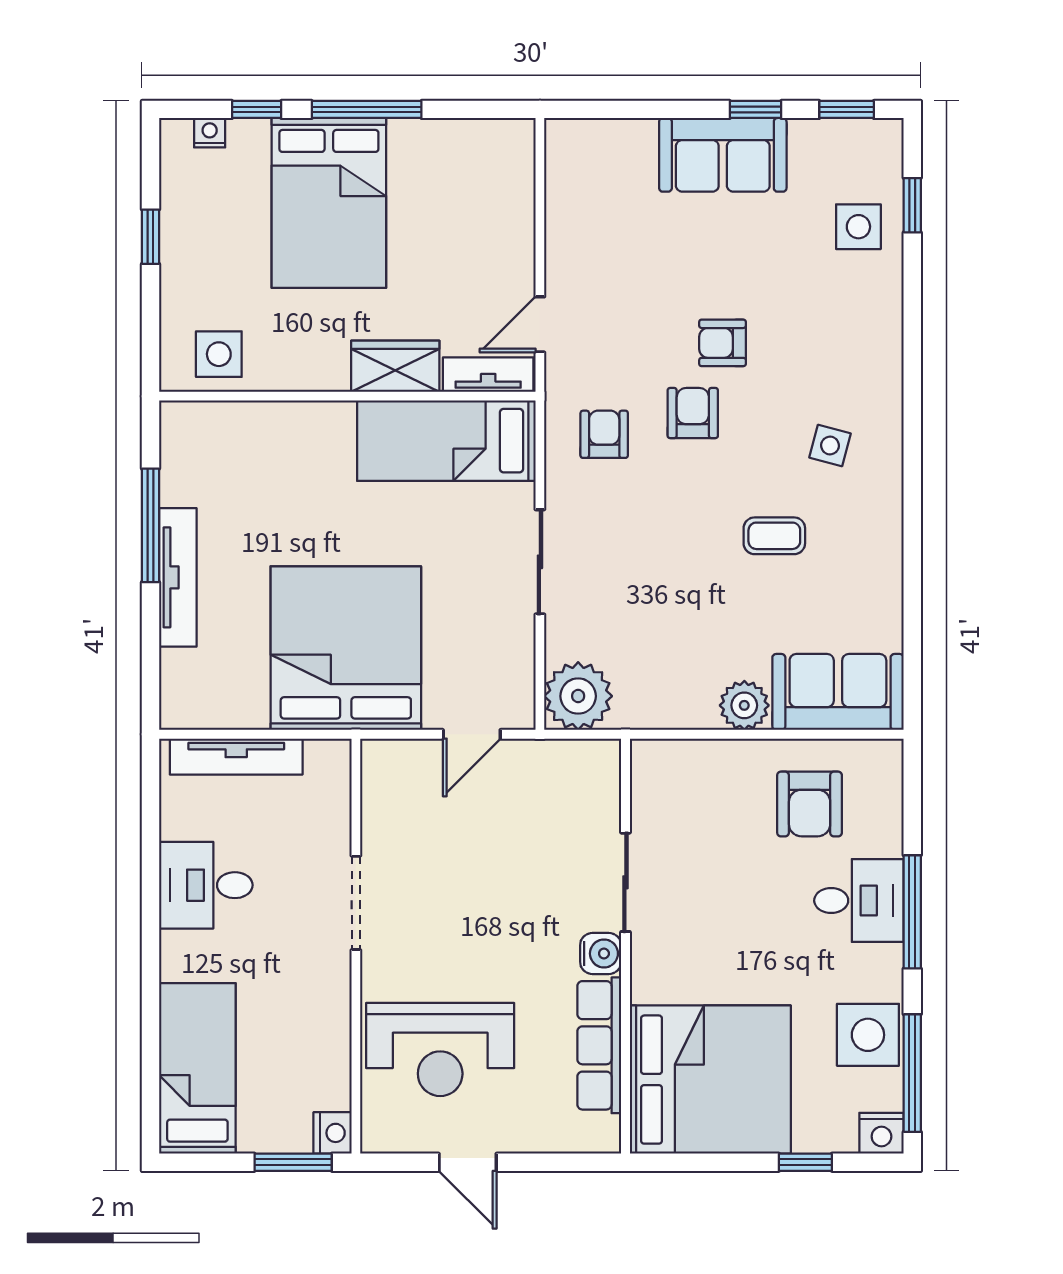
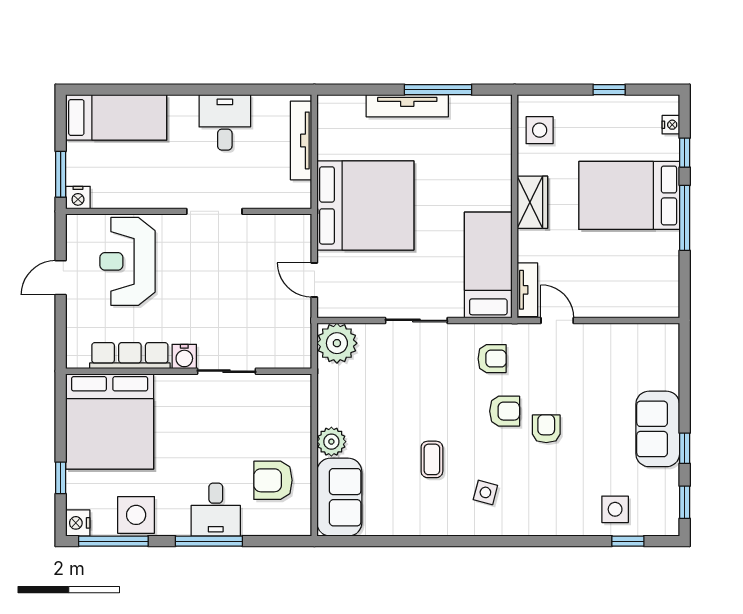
wardrobe: (395, 366) -> (532, 202), moved

